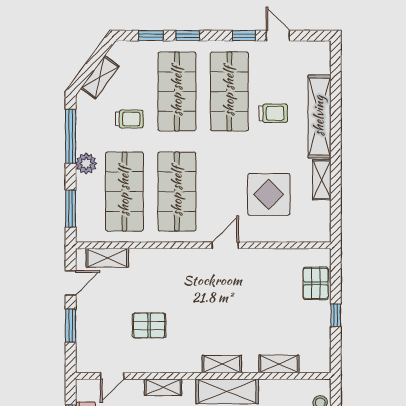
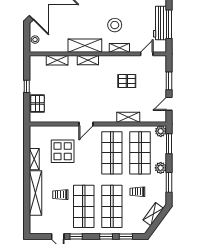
window: (71, 136) -> (169, 182), width x0.69
plant: (86, 232) -> (161, 131), added
shelving: (107, 258) -> (128, 117), moved

